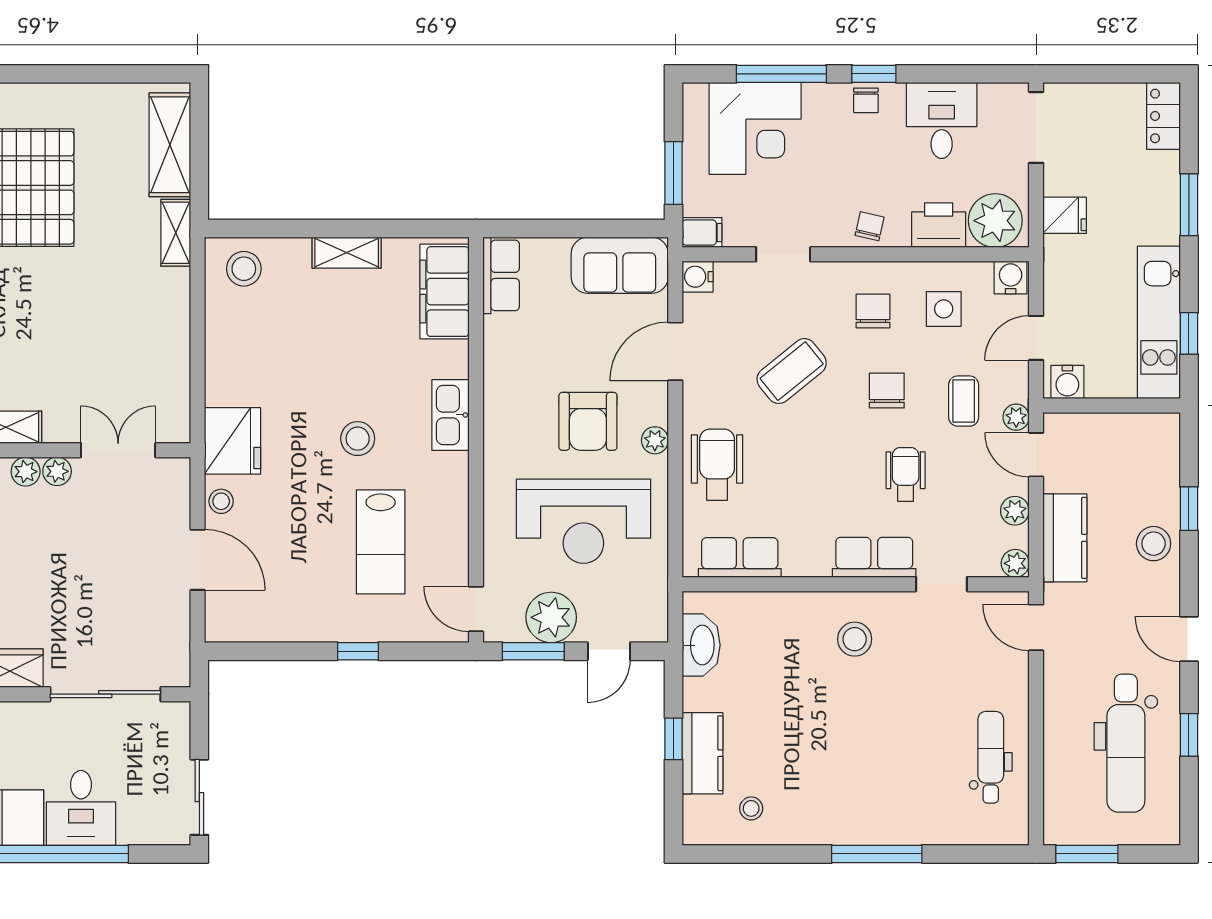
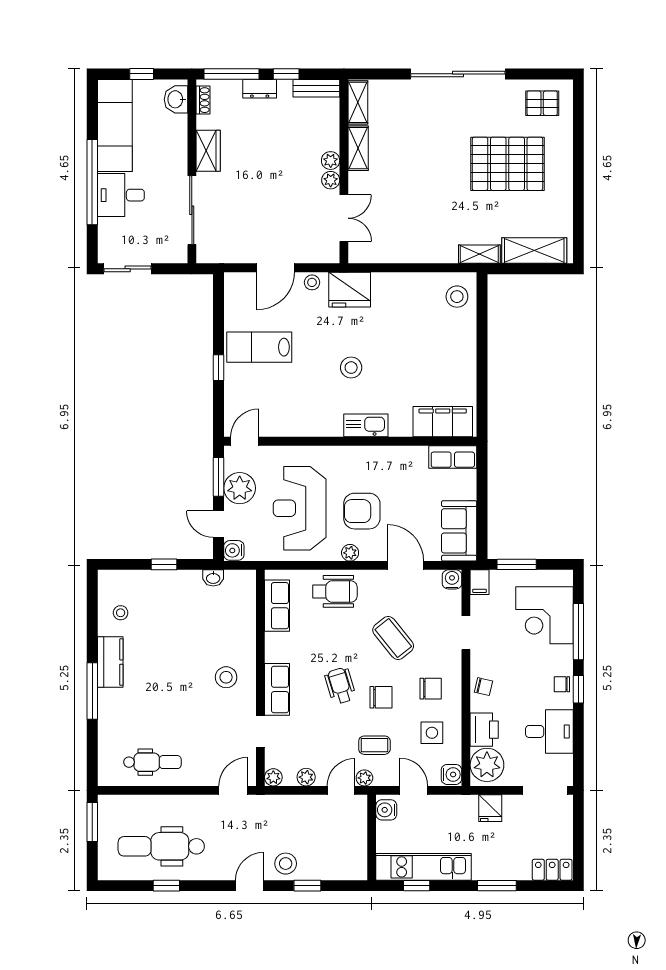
shelving: (347, 253) -> (467, 361), removed
wheelchair: (906, 474) -> (340, 686), moved, turned -107
kitchen counter: (1065, 538) -> (289, 808), removed
lab bench: (381, 542) -> (259, 347), moved
water cooler: (651, 627) -> (234, 550), added
door: (1189, 639) -> (250, 886), moved
washbasin: (701, 645) -> (213, 578), width x0.52, depth x0.69
kitchen counter: (702, 753) -> (110, 662), moved, turned -90

